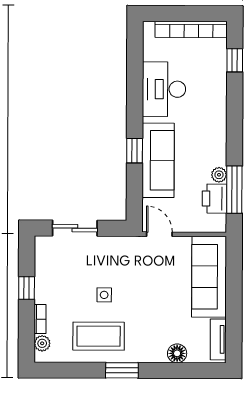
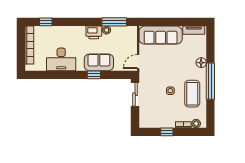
sofa: (158, 160) -> (99, 62), width x0.73
printer: (214, 199) -> (94, 32), moved
sliding door: (75, 228) -> (135, 94), moved
floor lamp: (177, 353) -> (201, 63), moved
window: (122, 370) -> (210, 81), width x2.11

